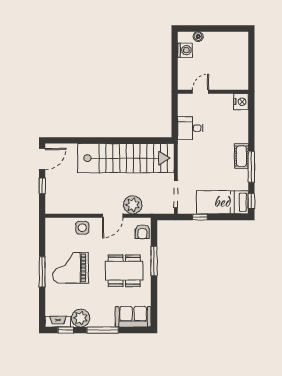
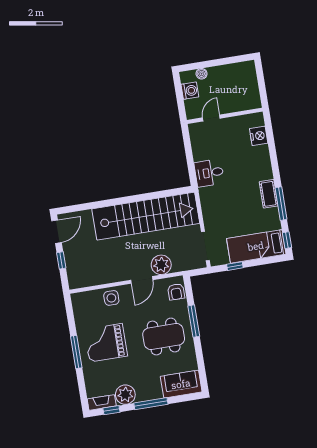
door: (201, 92) -> (211, 118), moved
wall: (213, 92) -> (225, 116), moved

